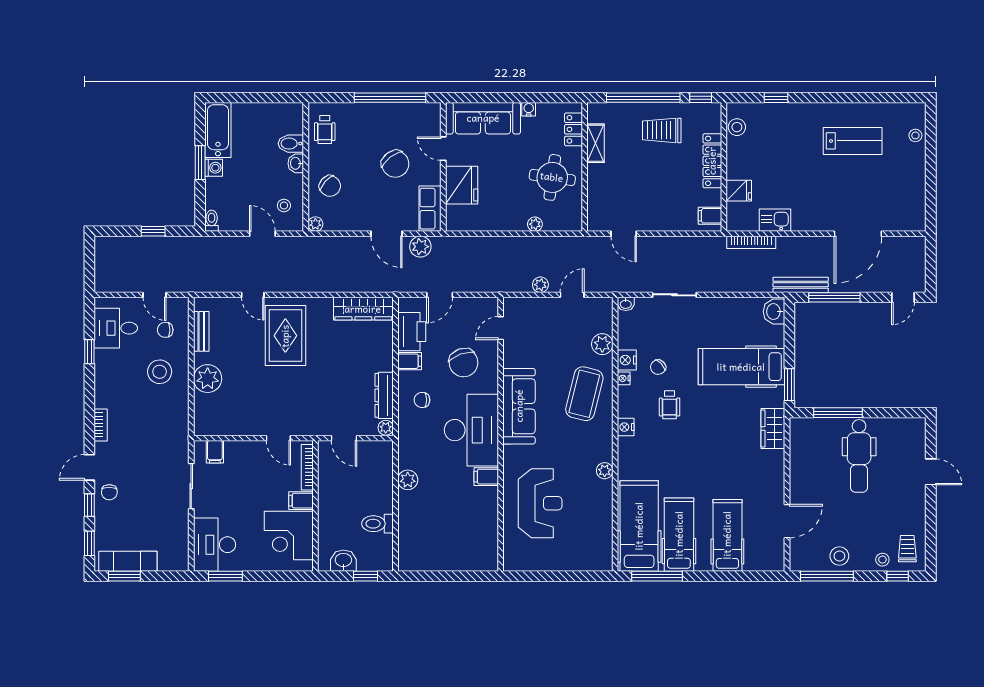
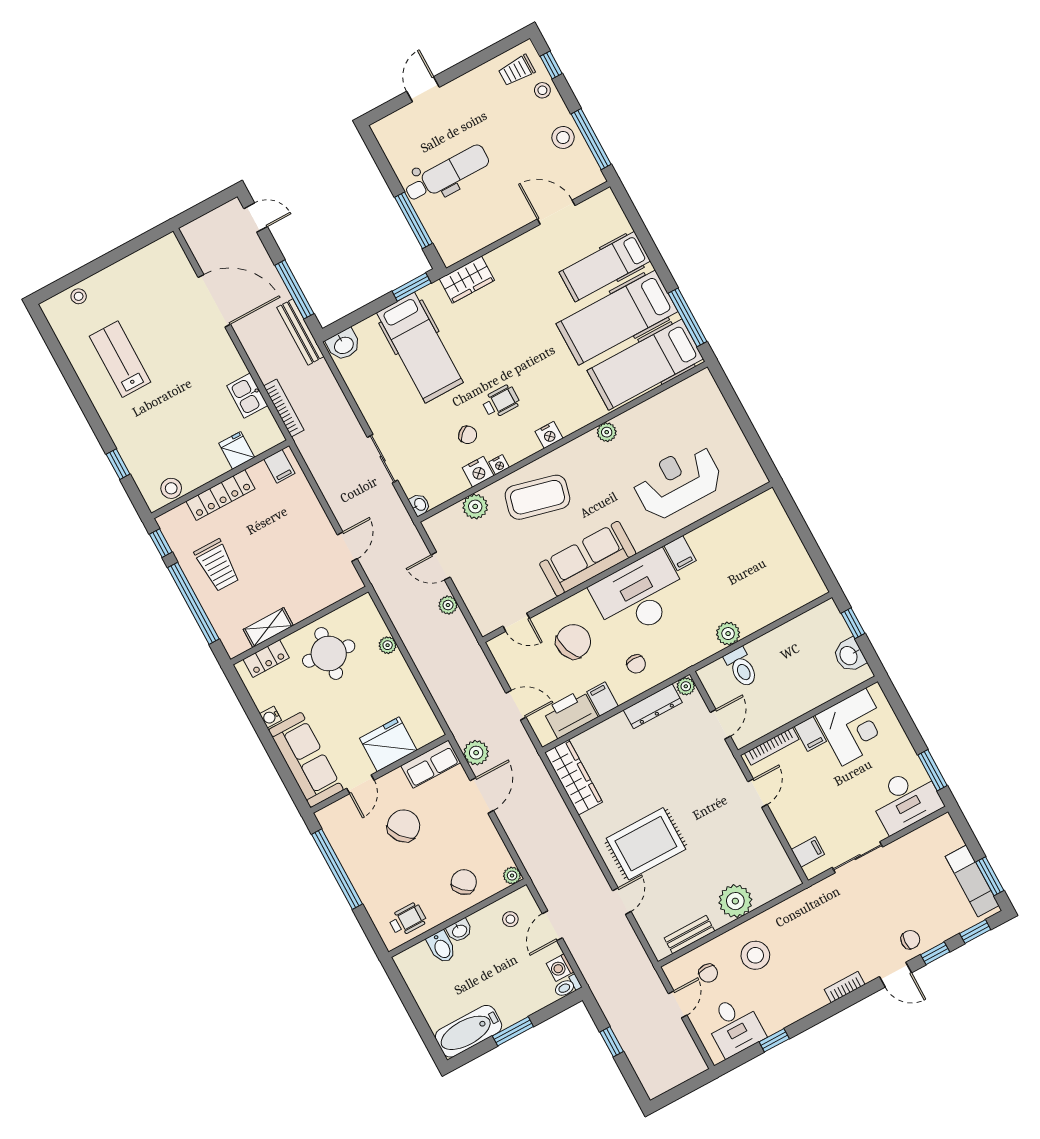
washing machine: (214, 168) -> (560, 968), moved, turned -90
toilet: (377, 524) -> (741, 667), moved
hospital bed: (679, 535) -> (617, 318), width x1.37, depth x1.29

